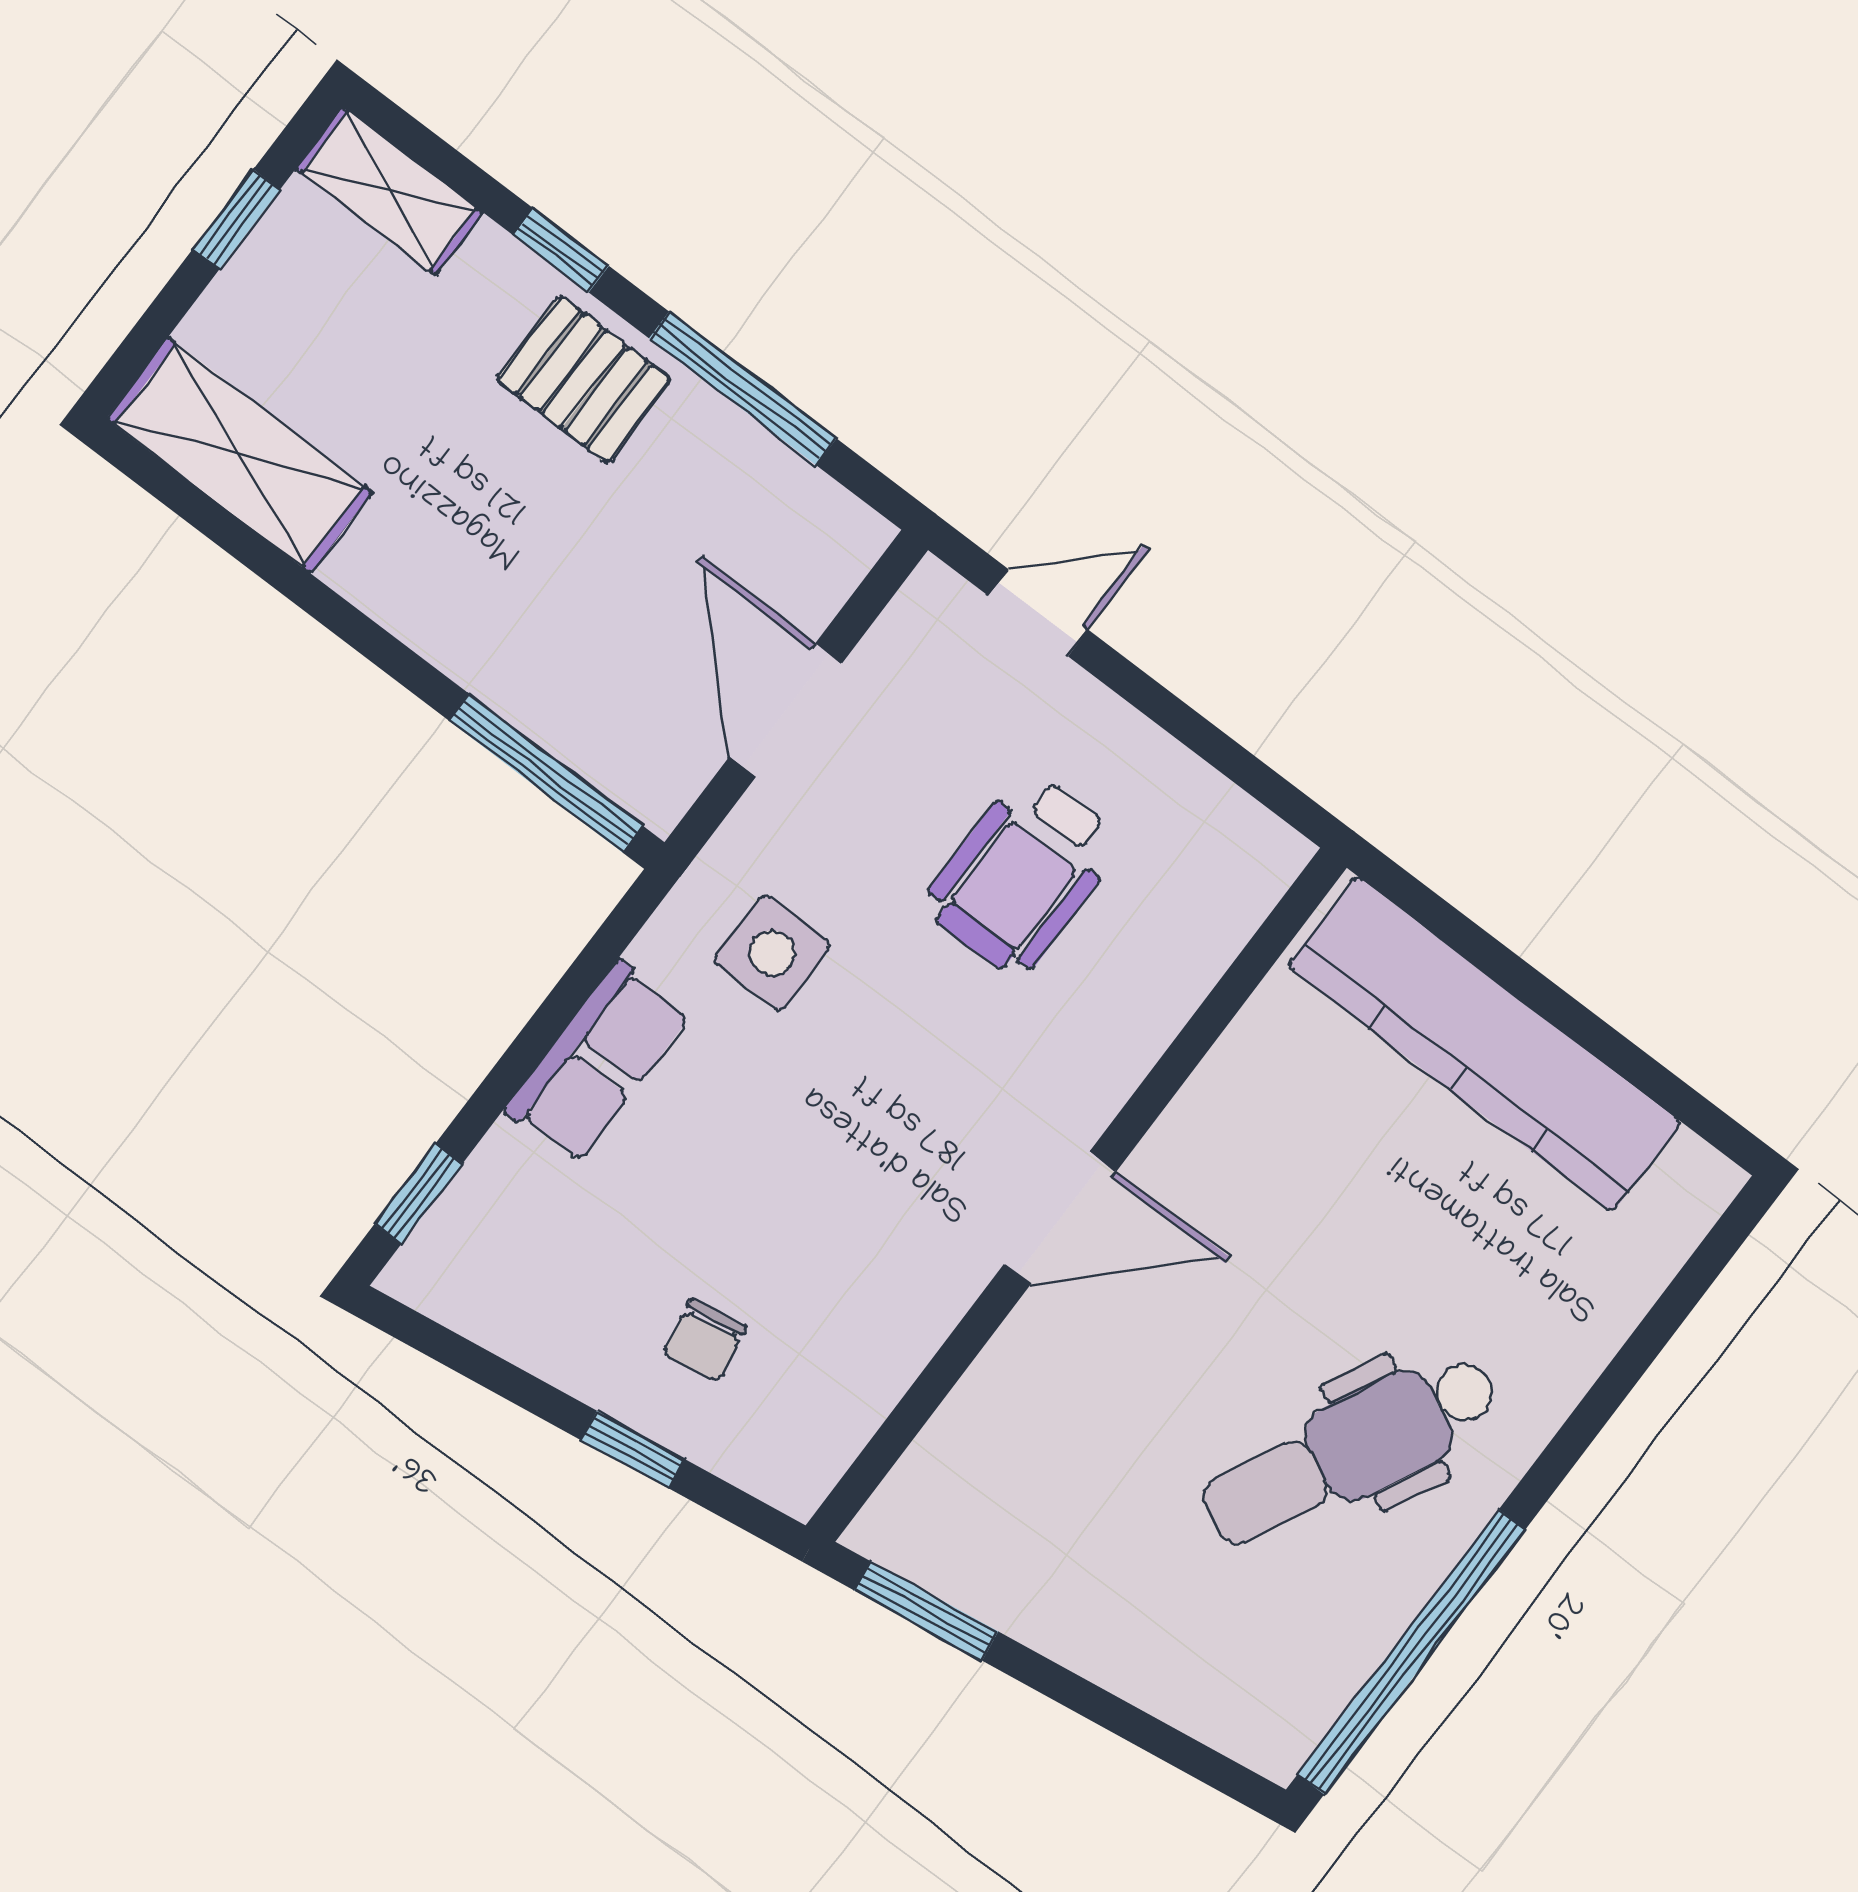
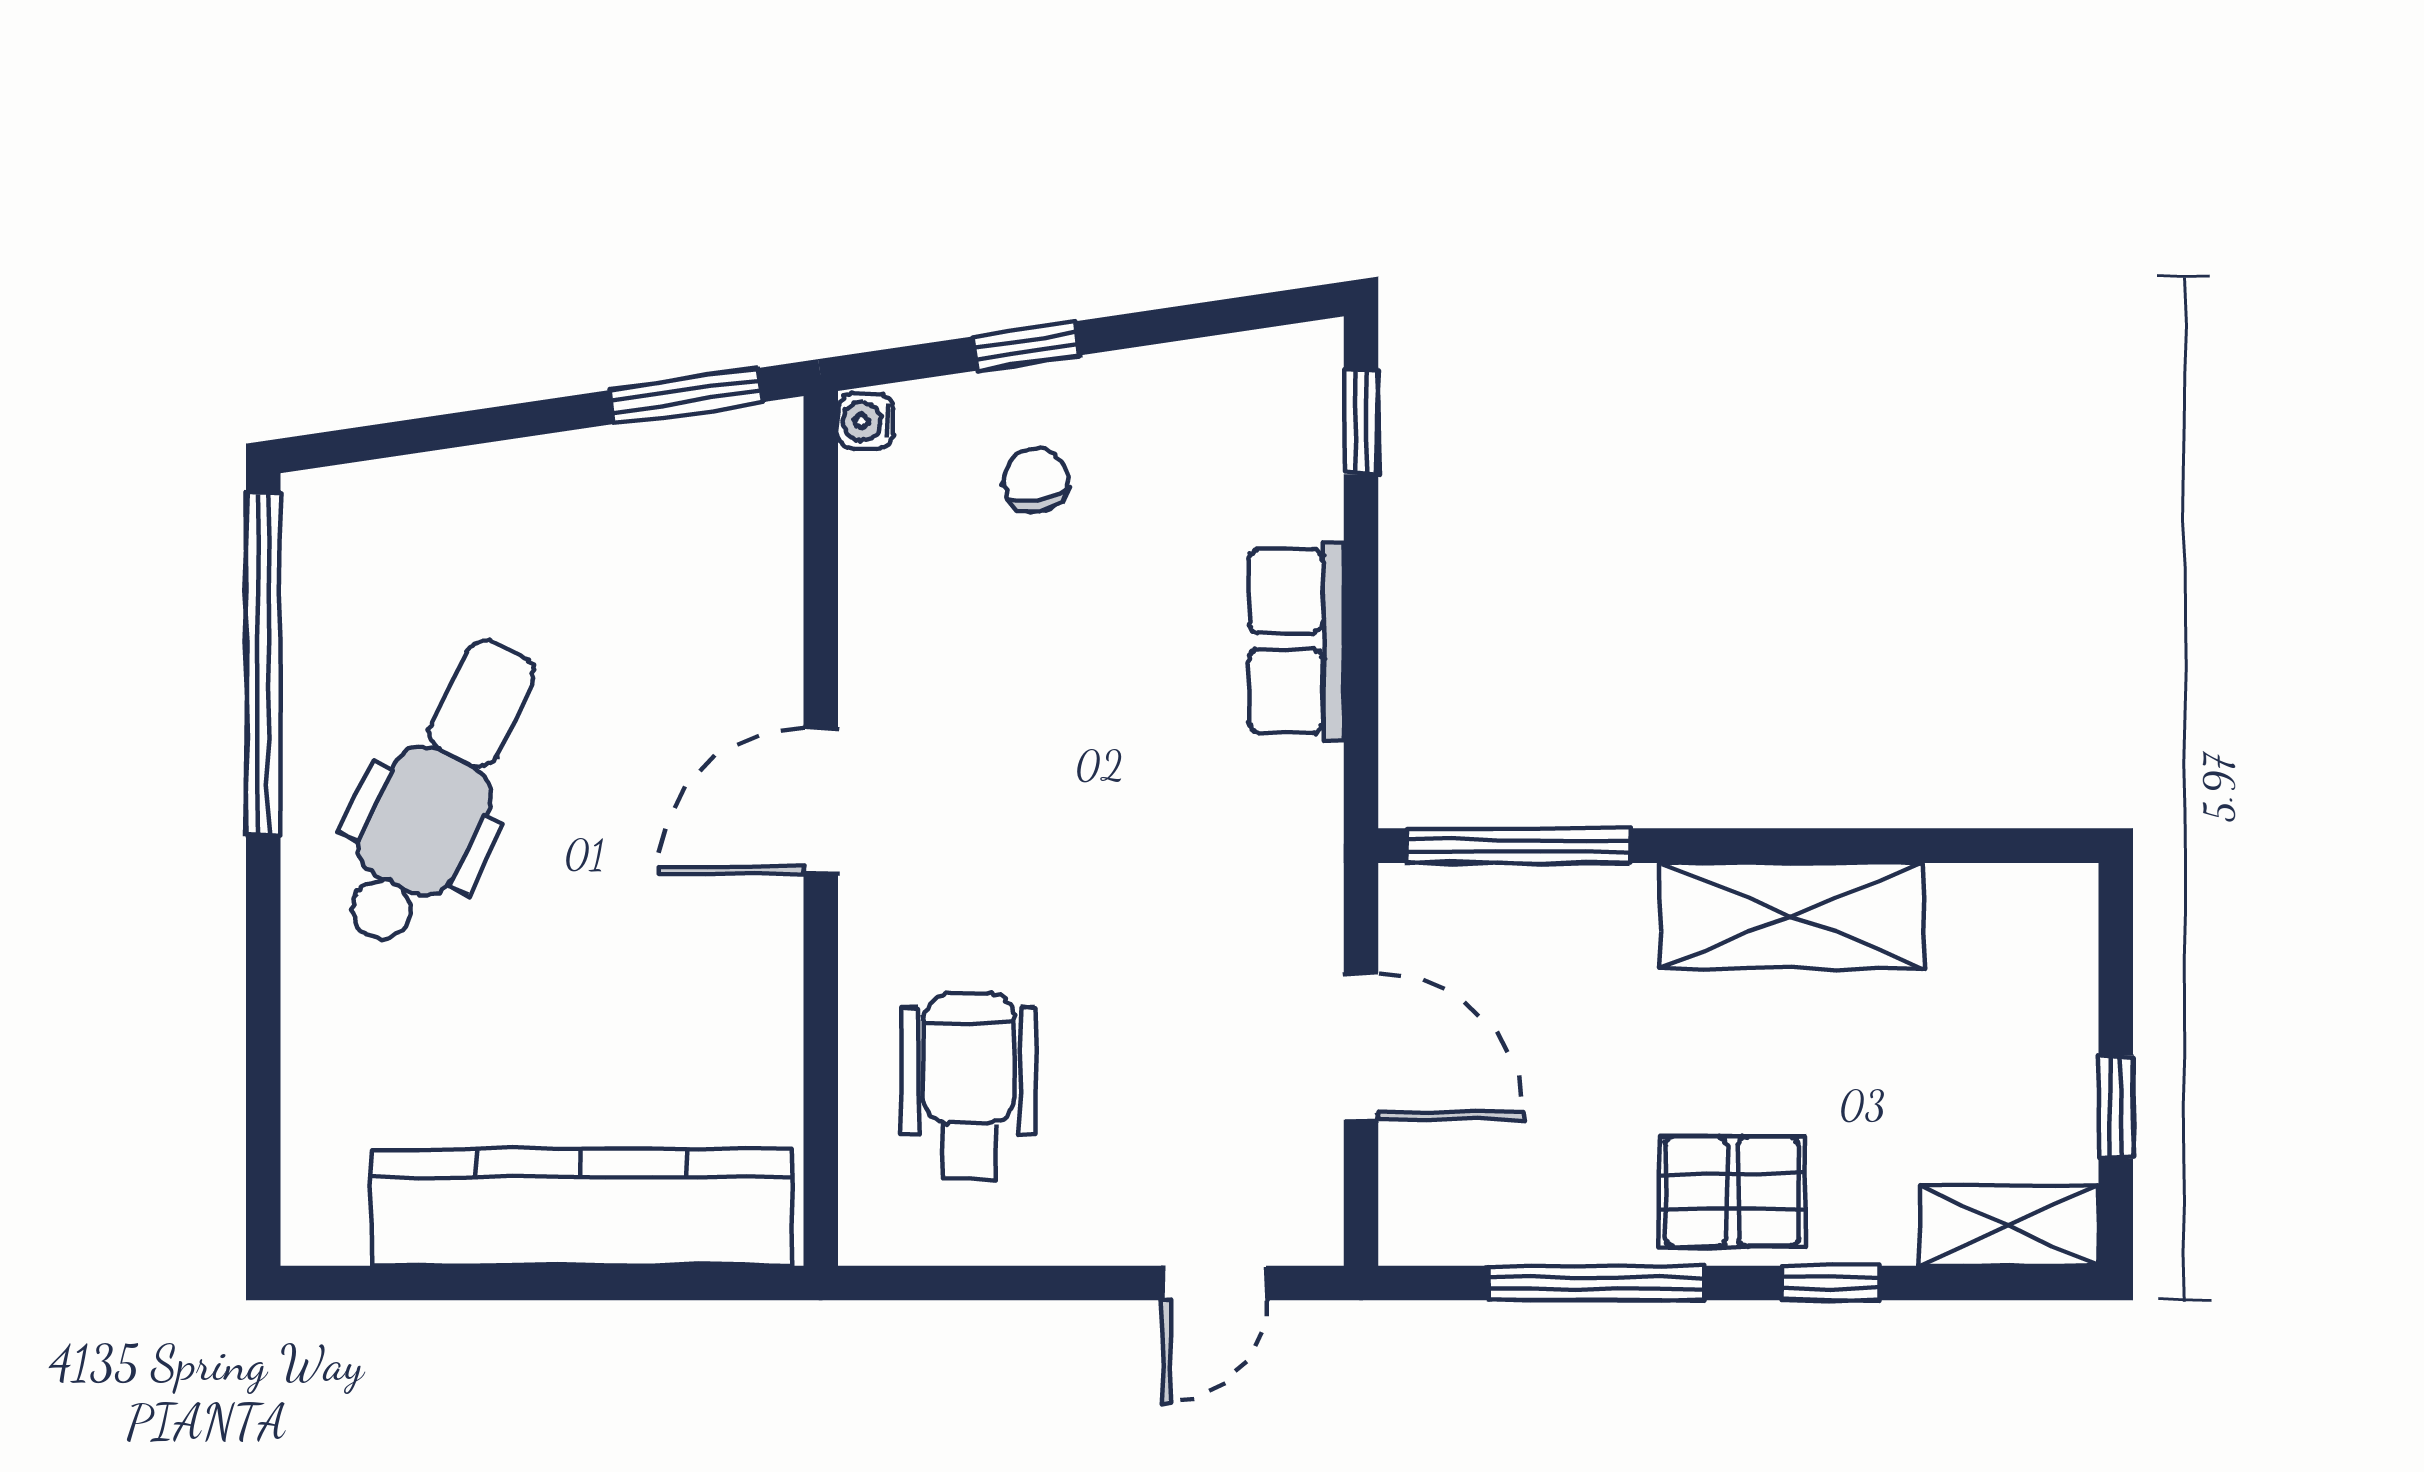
shelving: (239, 455) -> (1792, 915), moved
wheelchair: (1023, 874) -> (969, 1086), moved
side table: (772, 953) -> (1221, 839), removed
water cooler: (802, 1486) -> (866, 421), added

